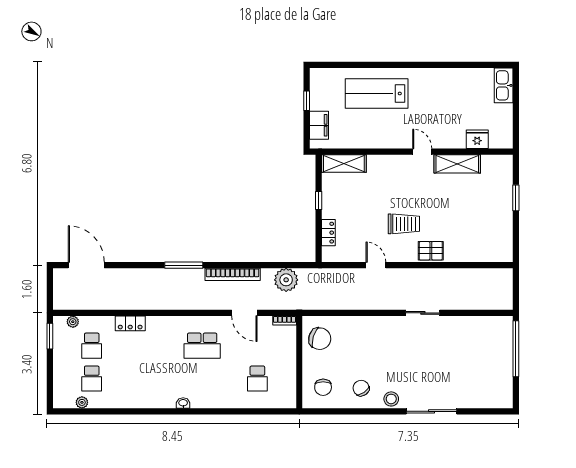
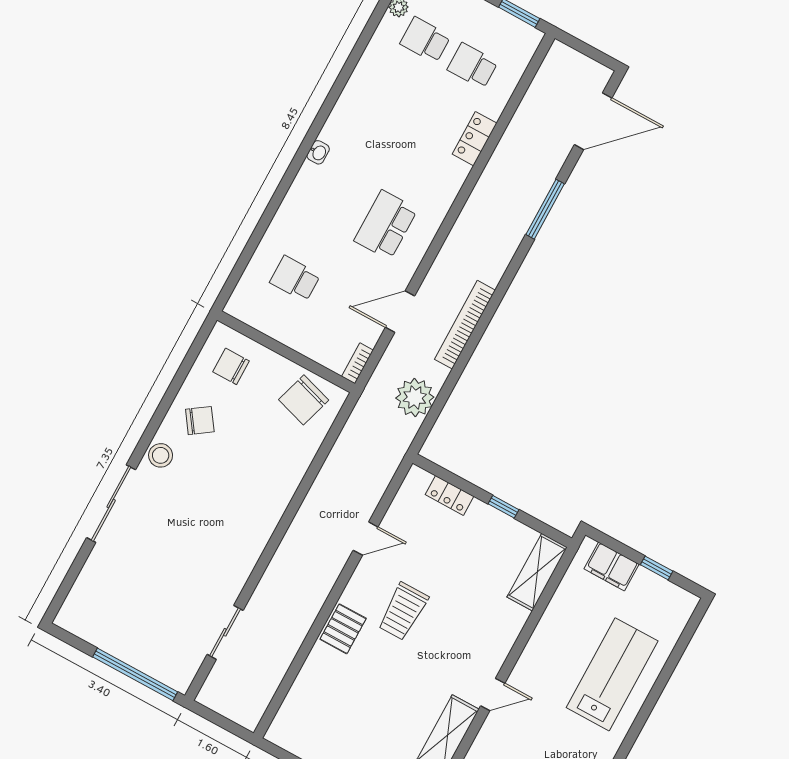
window: (184, 265) -> (545, 209), moved
sliding door: (423, 313) -> (225, 632), moved
plant: (73, 322) -> (522, 57), removed

